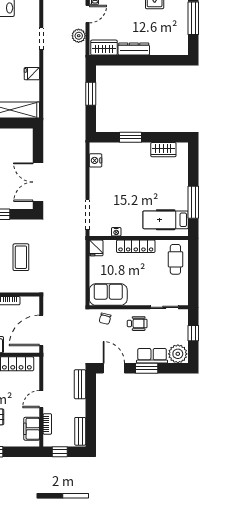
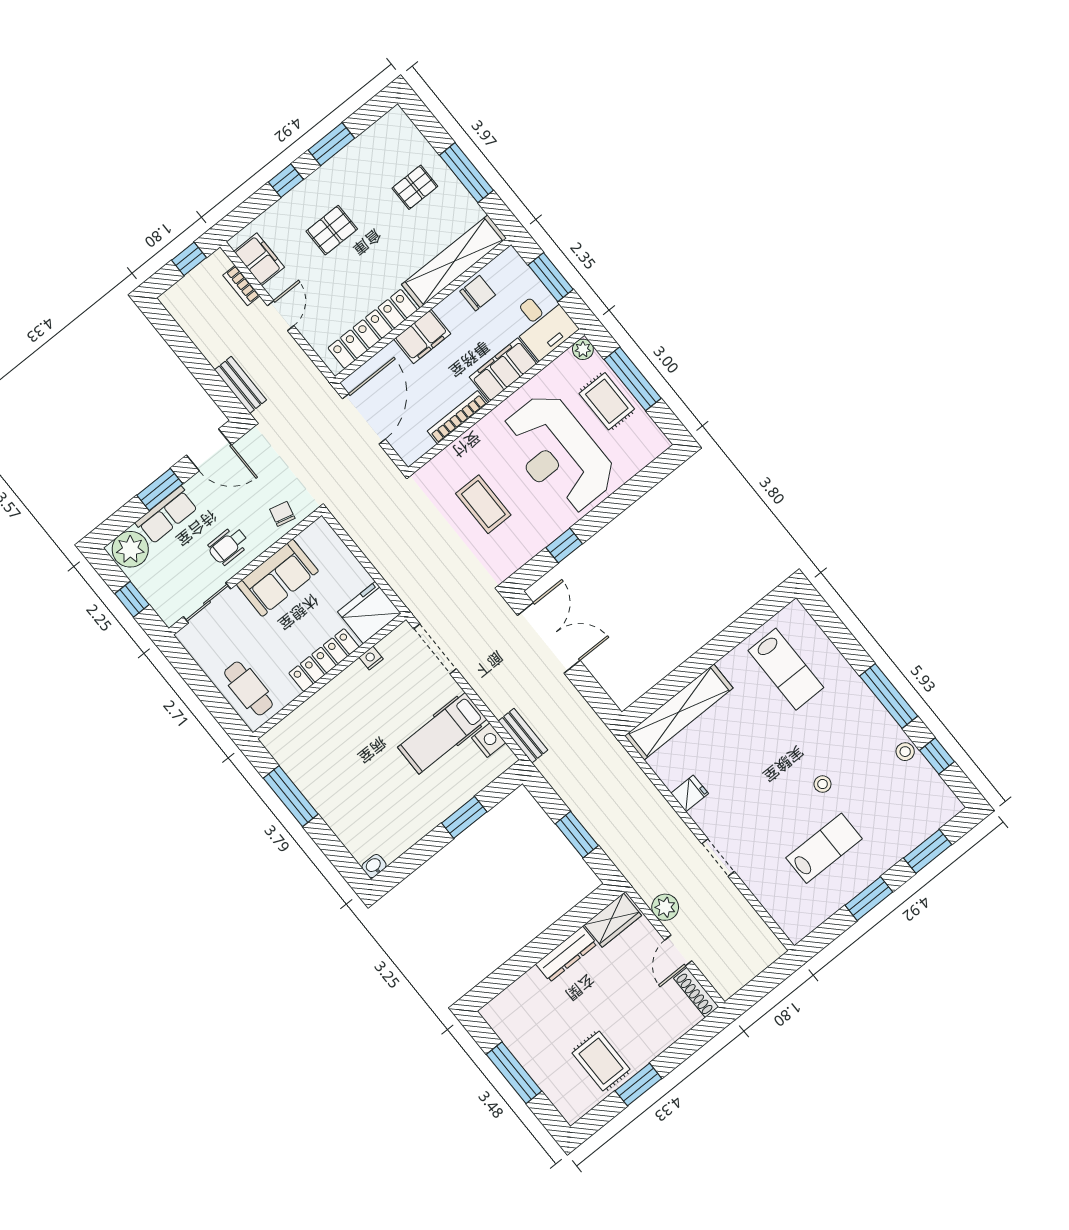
washbasin: (183, 147) -> (374, 866), added
wardrobe: (163, 150) -> (400, 839), removed
hospital bed: (166, 220) -> (442, 733), moved, turned 180
fridge: (96, 248) -> (369, 612), width x1.88, depth x1.34
sofa: (108, 295) -> (277, 578), moved
bench: (80, 431) -> (523, 736), moved

